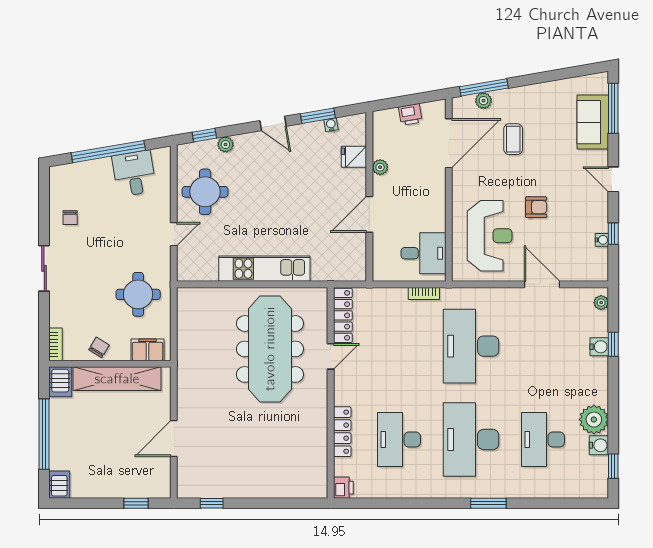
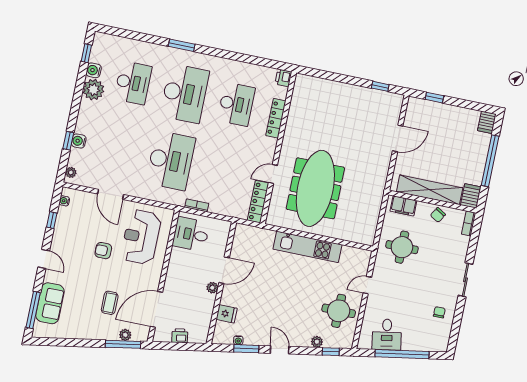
plant: (380, 167) -> (212, 288), moved
water cooler: (602, 240) -> (64, 201), moved

